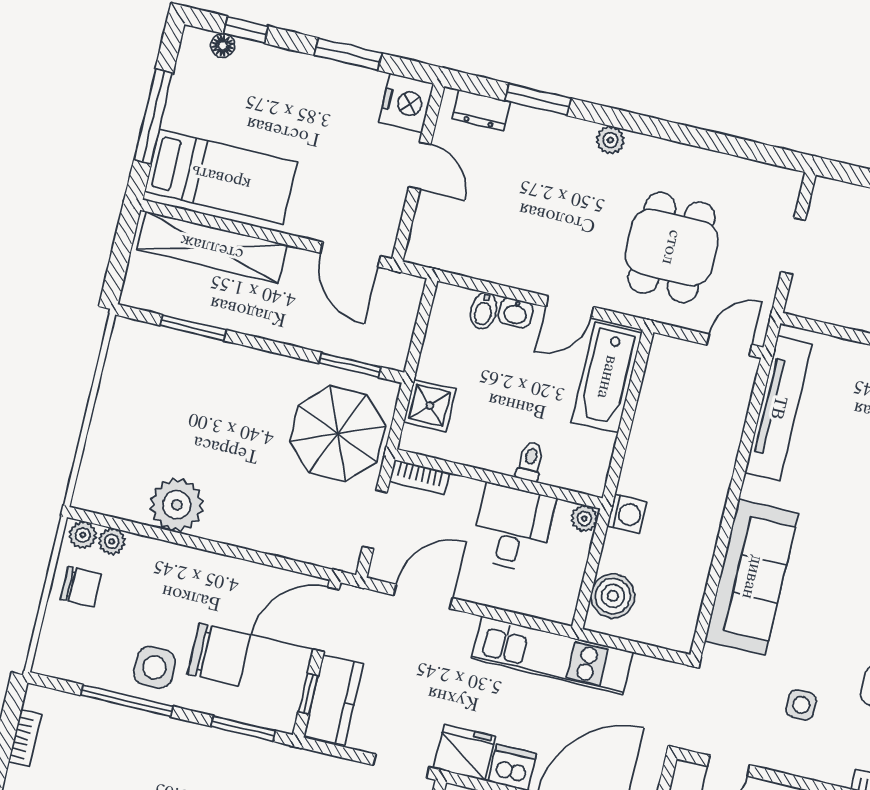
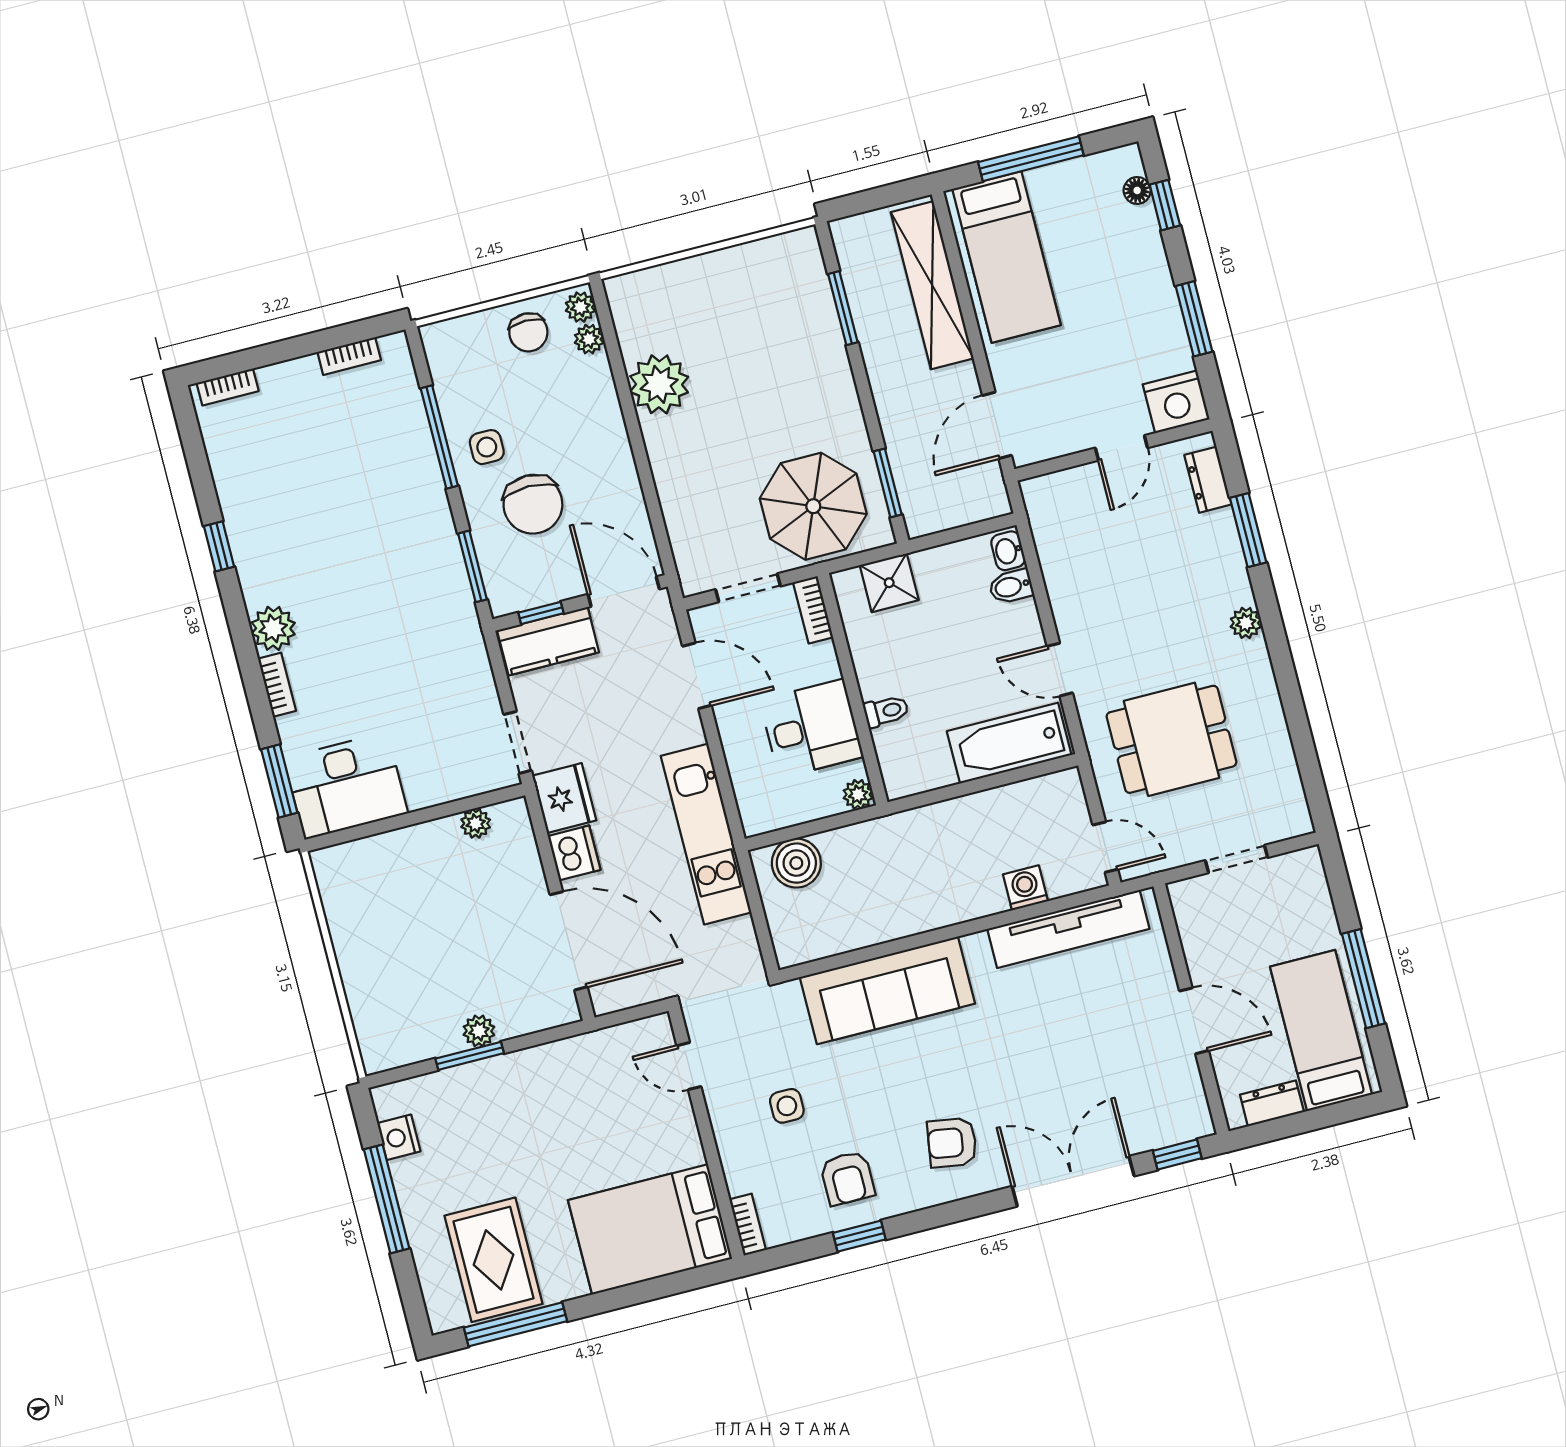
washbasin: (516, 313) -> (1008, 551), moved
washing machine: (627, 514) -> (1025, 888), moved, turned 180
side table: (154, 667) -> (487, 447), width x0.73, depth x0.73

